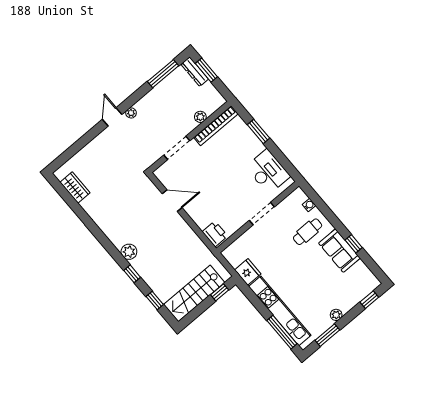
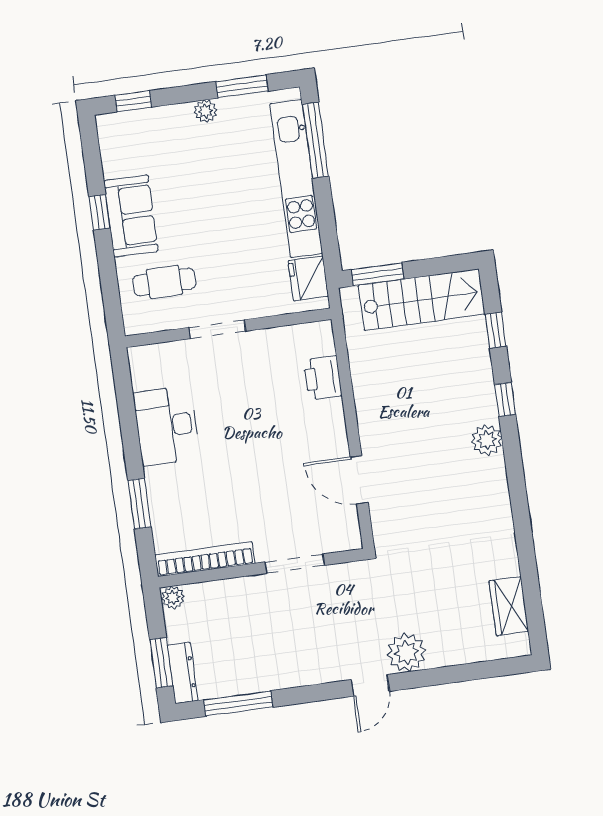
plant: (131, 113) -> (406, 653), moved, width x1.87, depth x1.87
plant: (200, 117) -> (173, 597), moved
water cooler: (309, 205) -> (133, 325), removed
doorway: (262, 214) -> (217, 329), moved
wall: (258, 217) -> (228, 328), moved
window: (220, 292) -> (378, 274), width x1.50

